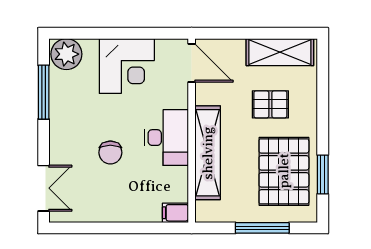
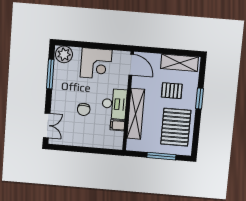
window: (323, 174) -> (199, 98), moved
filing cabinet: (175, 213) -> (117, 125), moved

